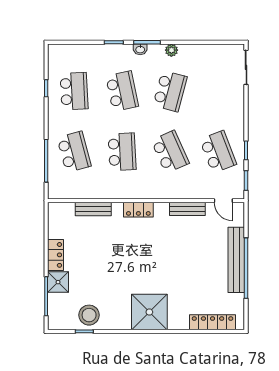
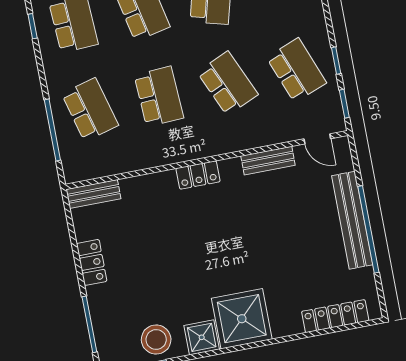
bench: (93, 209) -> (93, 194), moved
shower: (58, 282) -> (202, 337), moved

